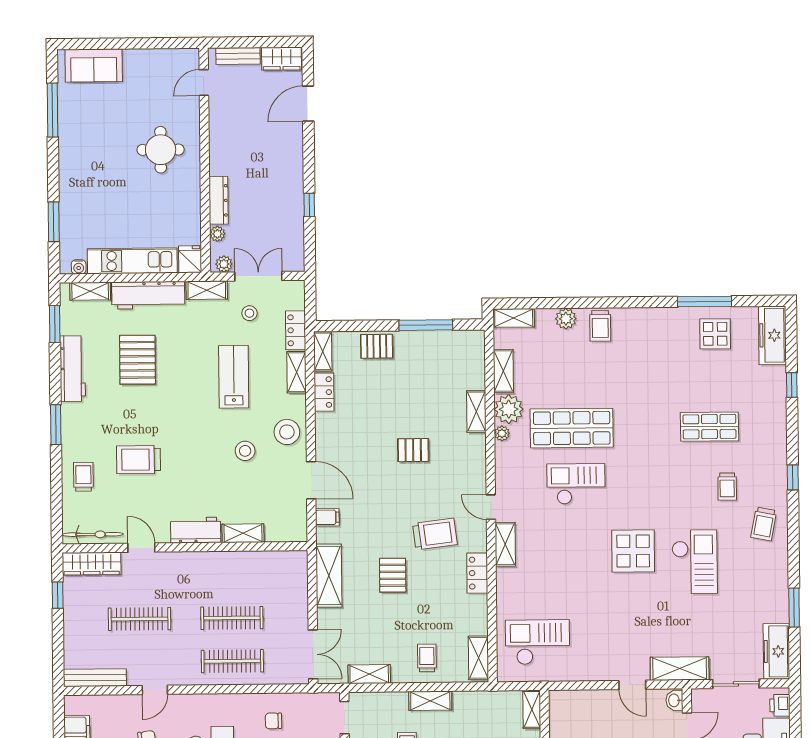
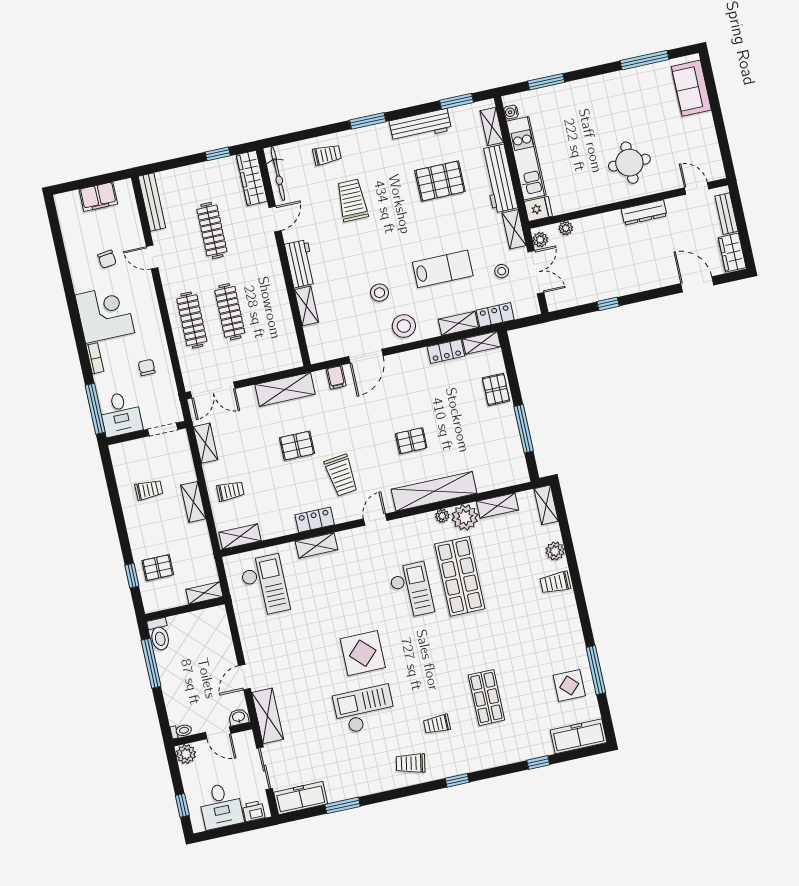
dresser: (219, 200) -> (644, 212), moved
shelving: (476, 412) -> (434, 491), width x2.20, depth x1.33
pallet: (413, 450) -> (411, 441), turned 90
shelving: (505, 544) -> (317, 545), moved
checkout: (695, 562) -> (364, 709), turned 180

